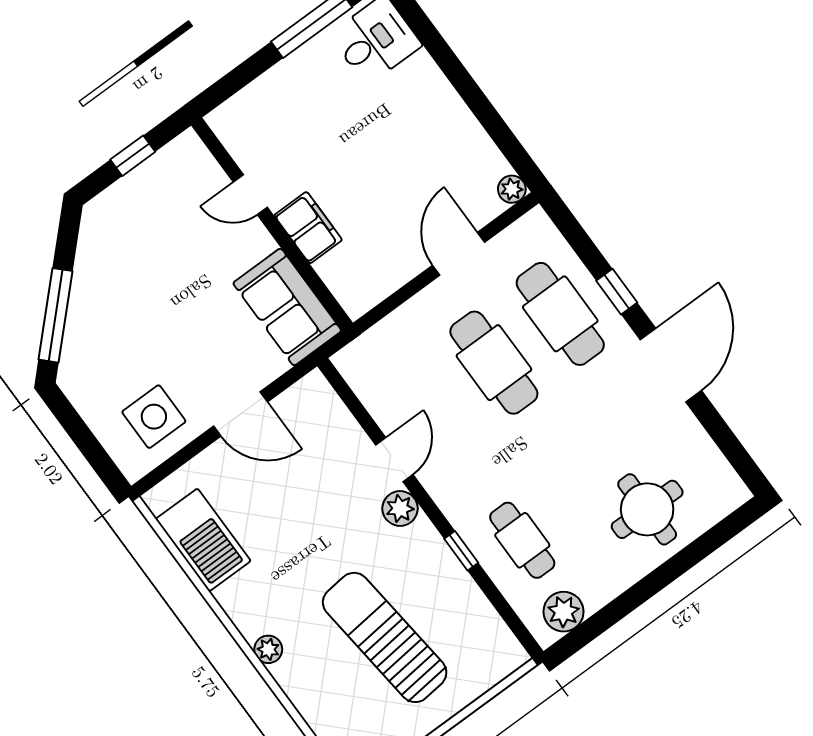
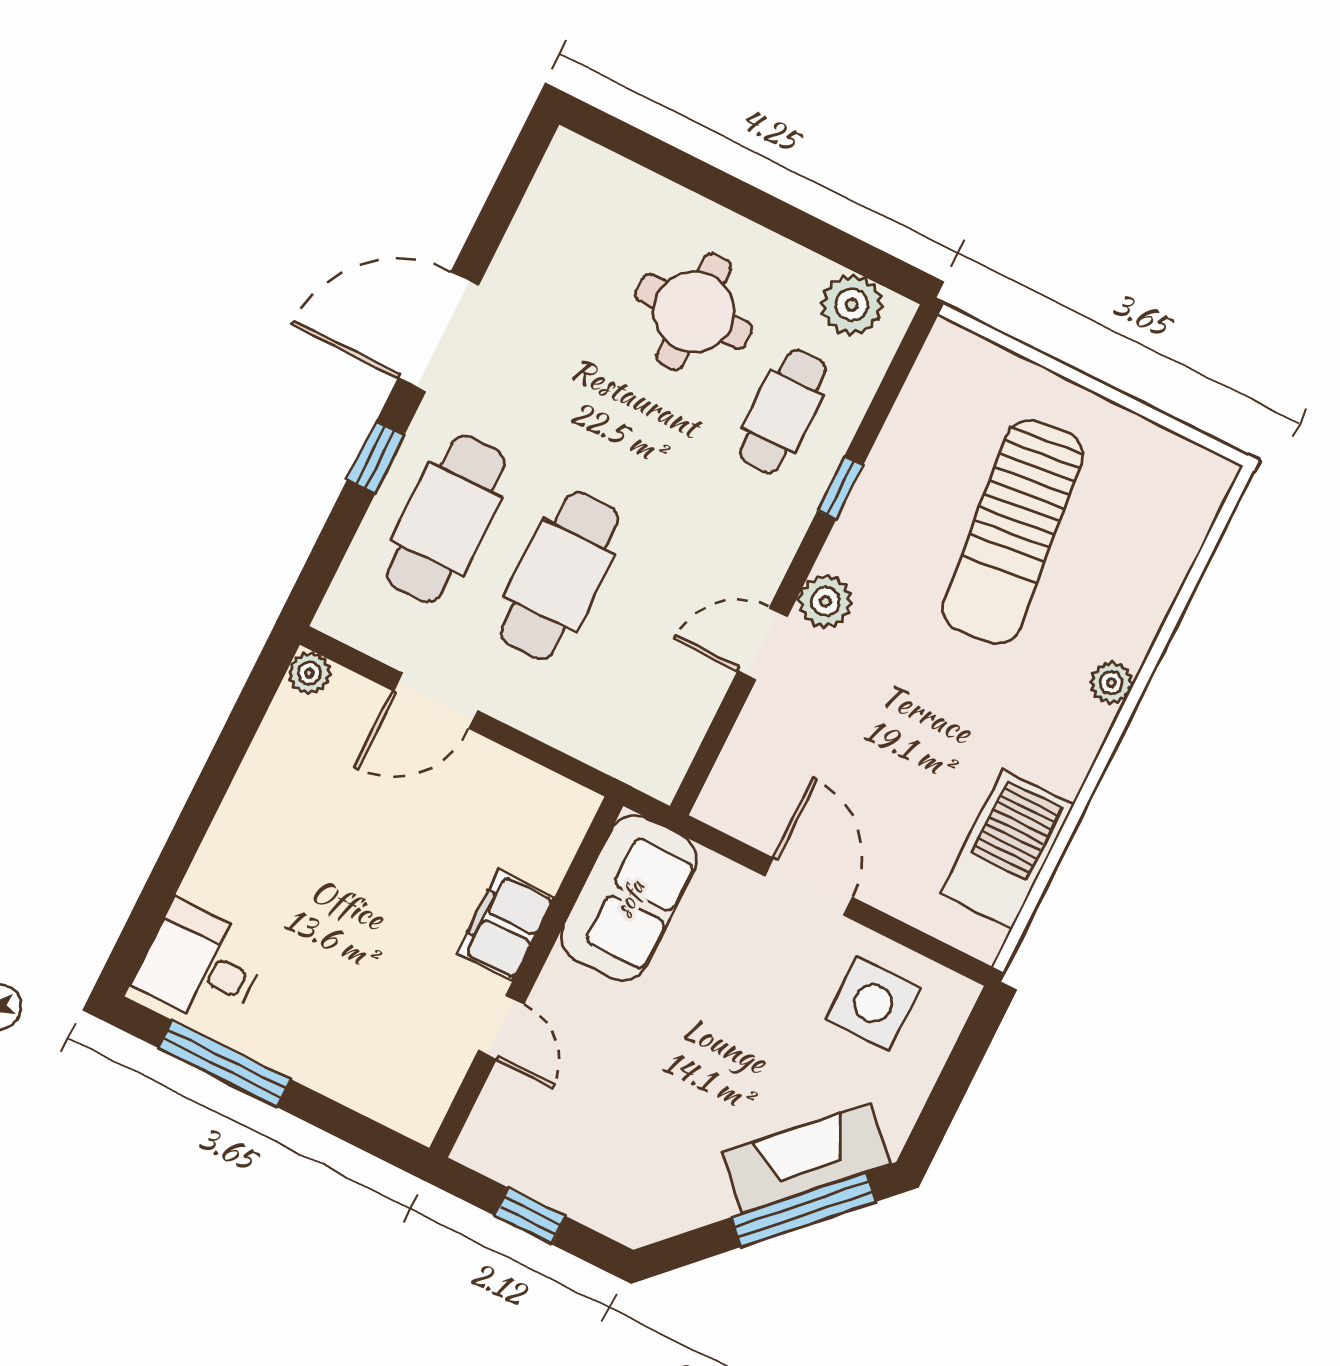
fireplace: (84, 332) -> (806, 1158), added
round table: (647, 509) -> (694, 312), moved

